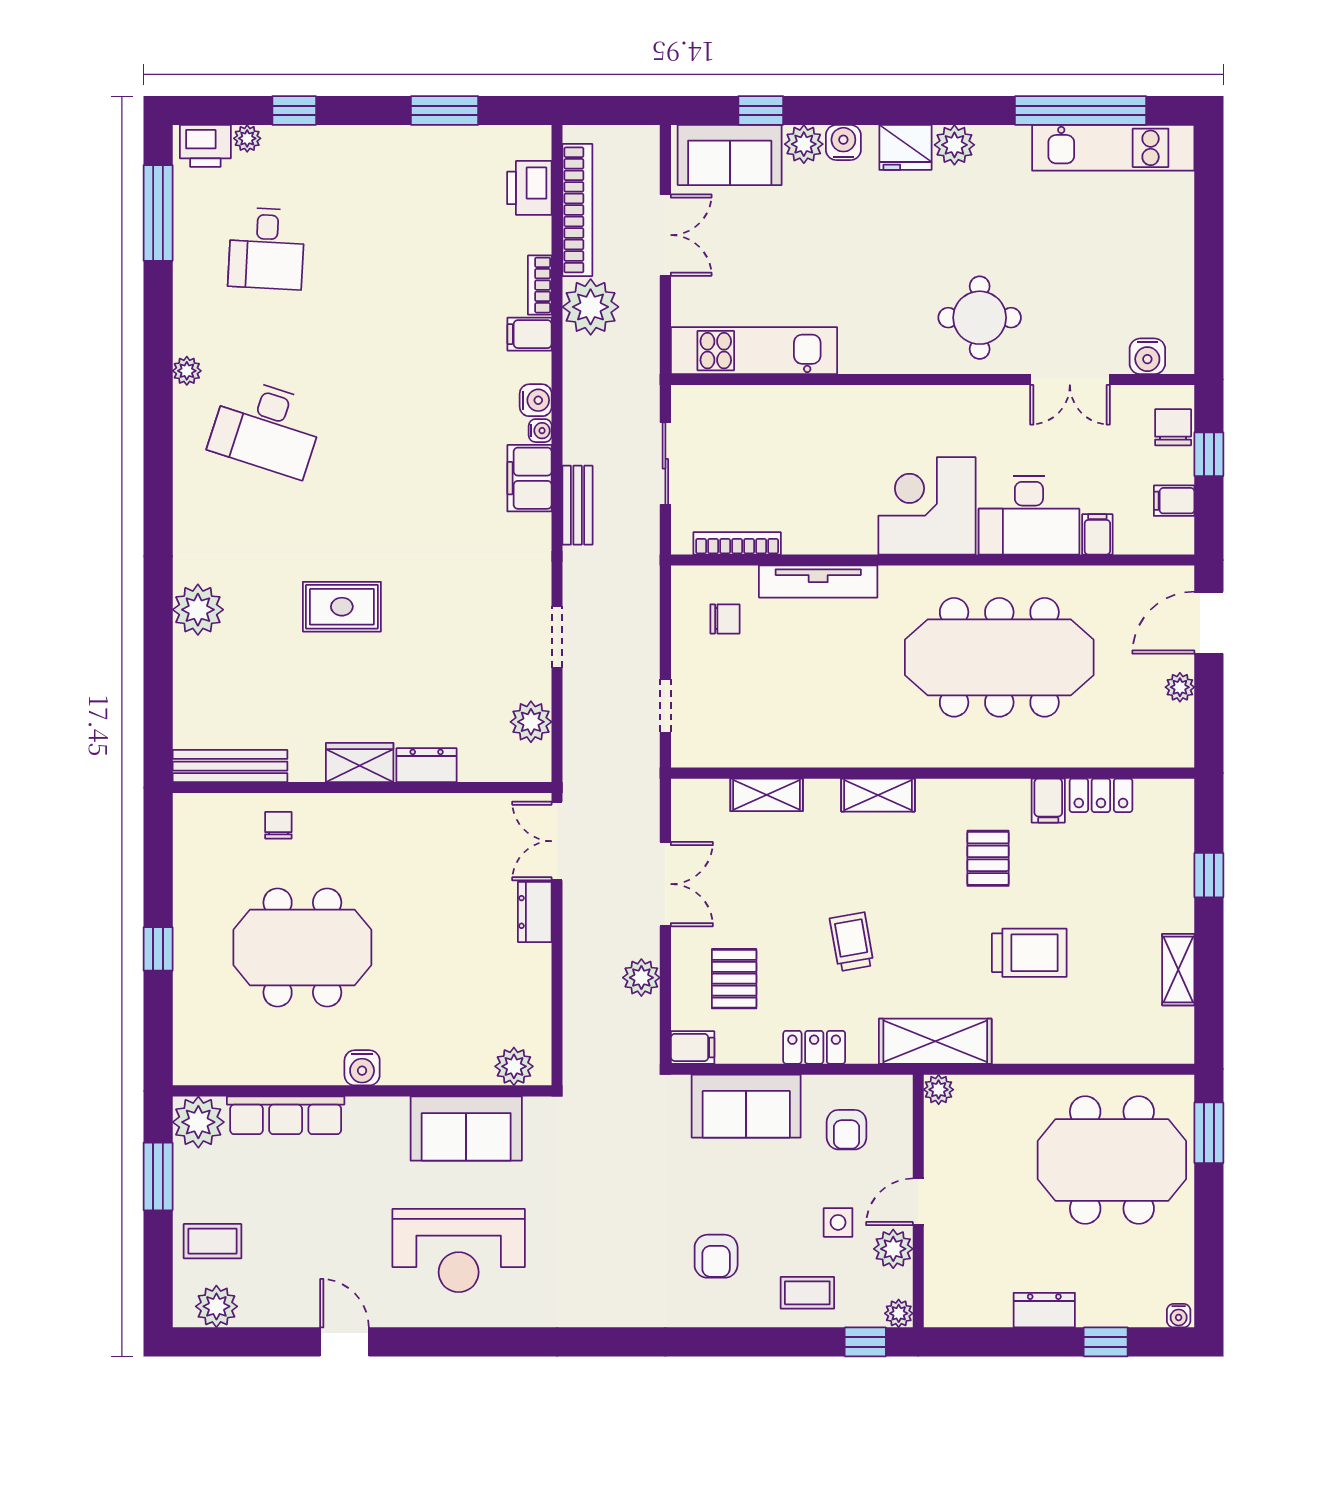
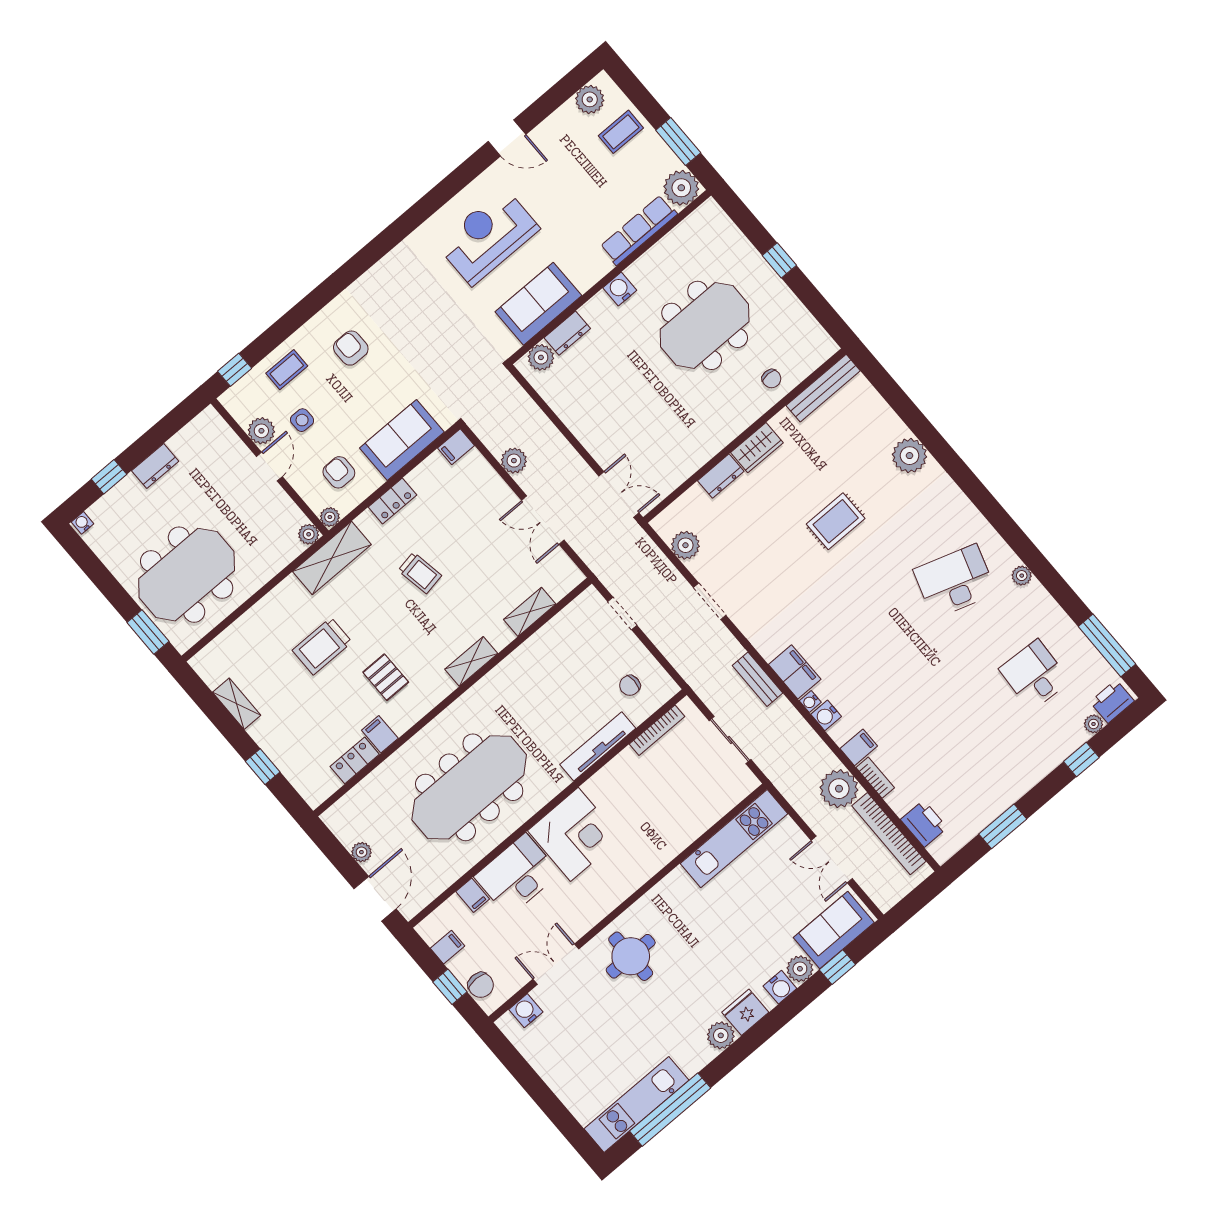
dresser: (535, 912) -> (567, 333), moved, turned 90
pallet: (734, 979) -> (465, 501), removed
plant: (899, 1313) -> (330, 517), moved

